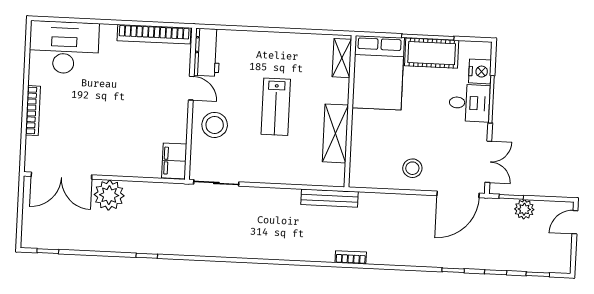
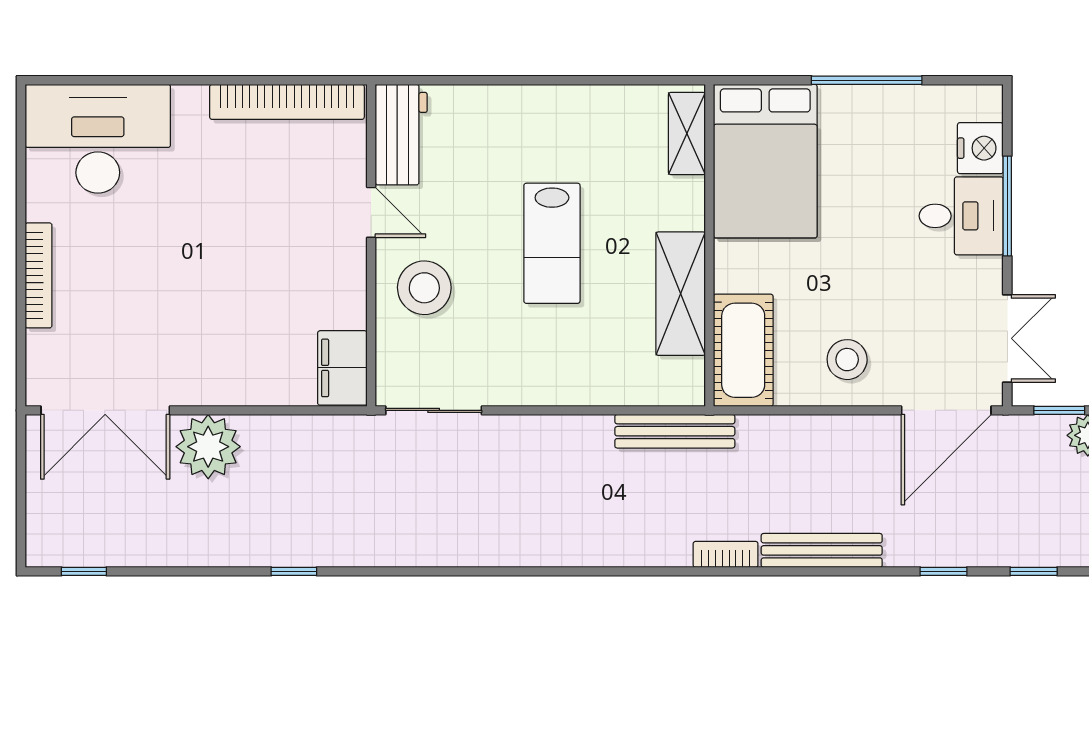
cot: (432, 53) -> (743, 350), moved, turned 90
bench: (396, 258) -> (822, 550), added

